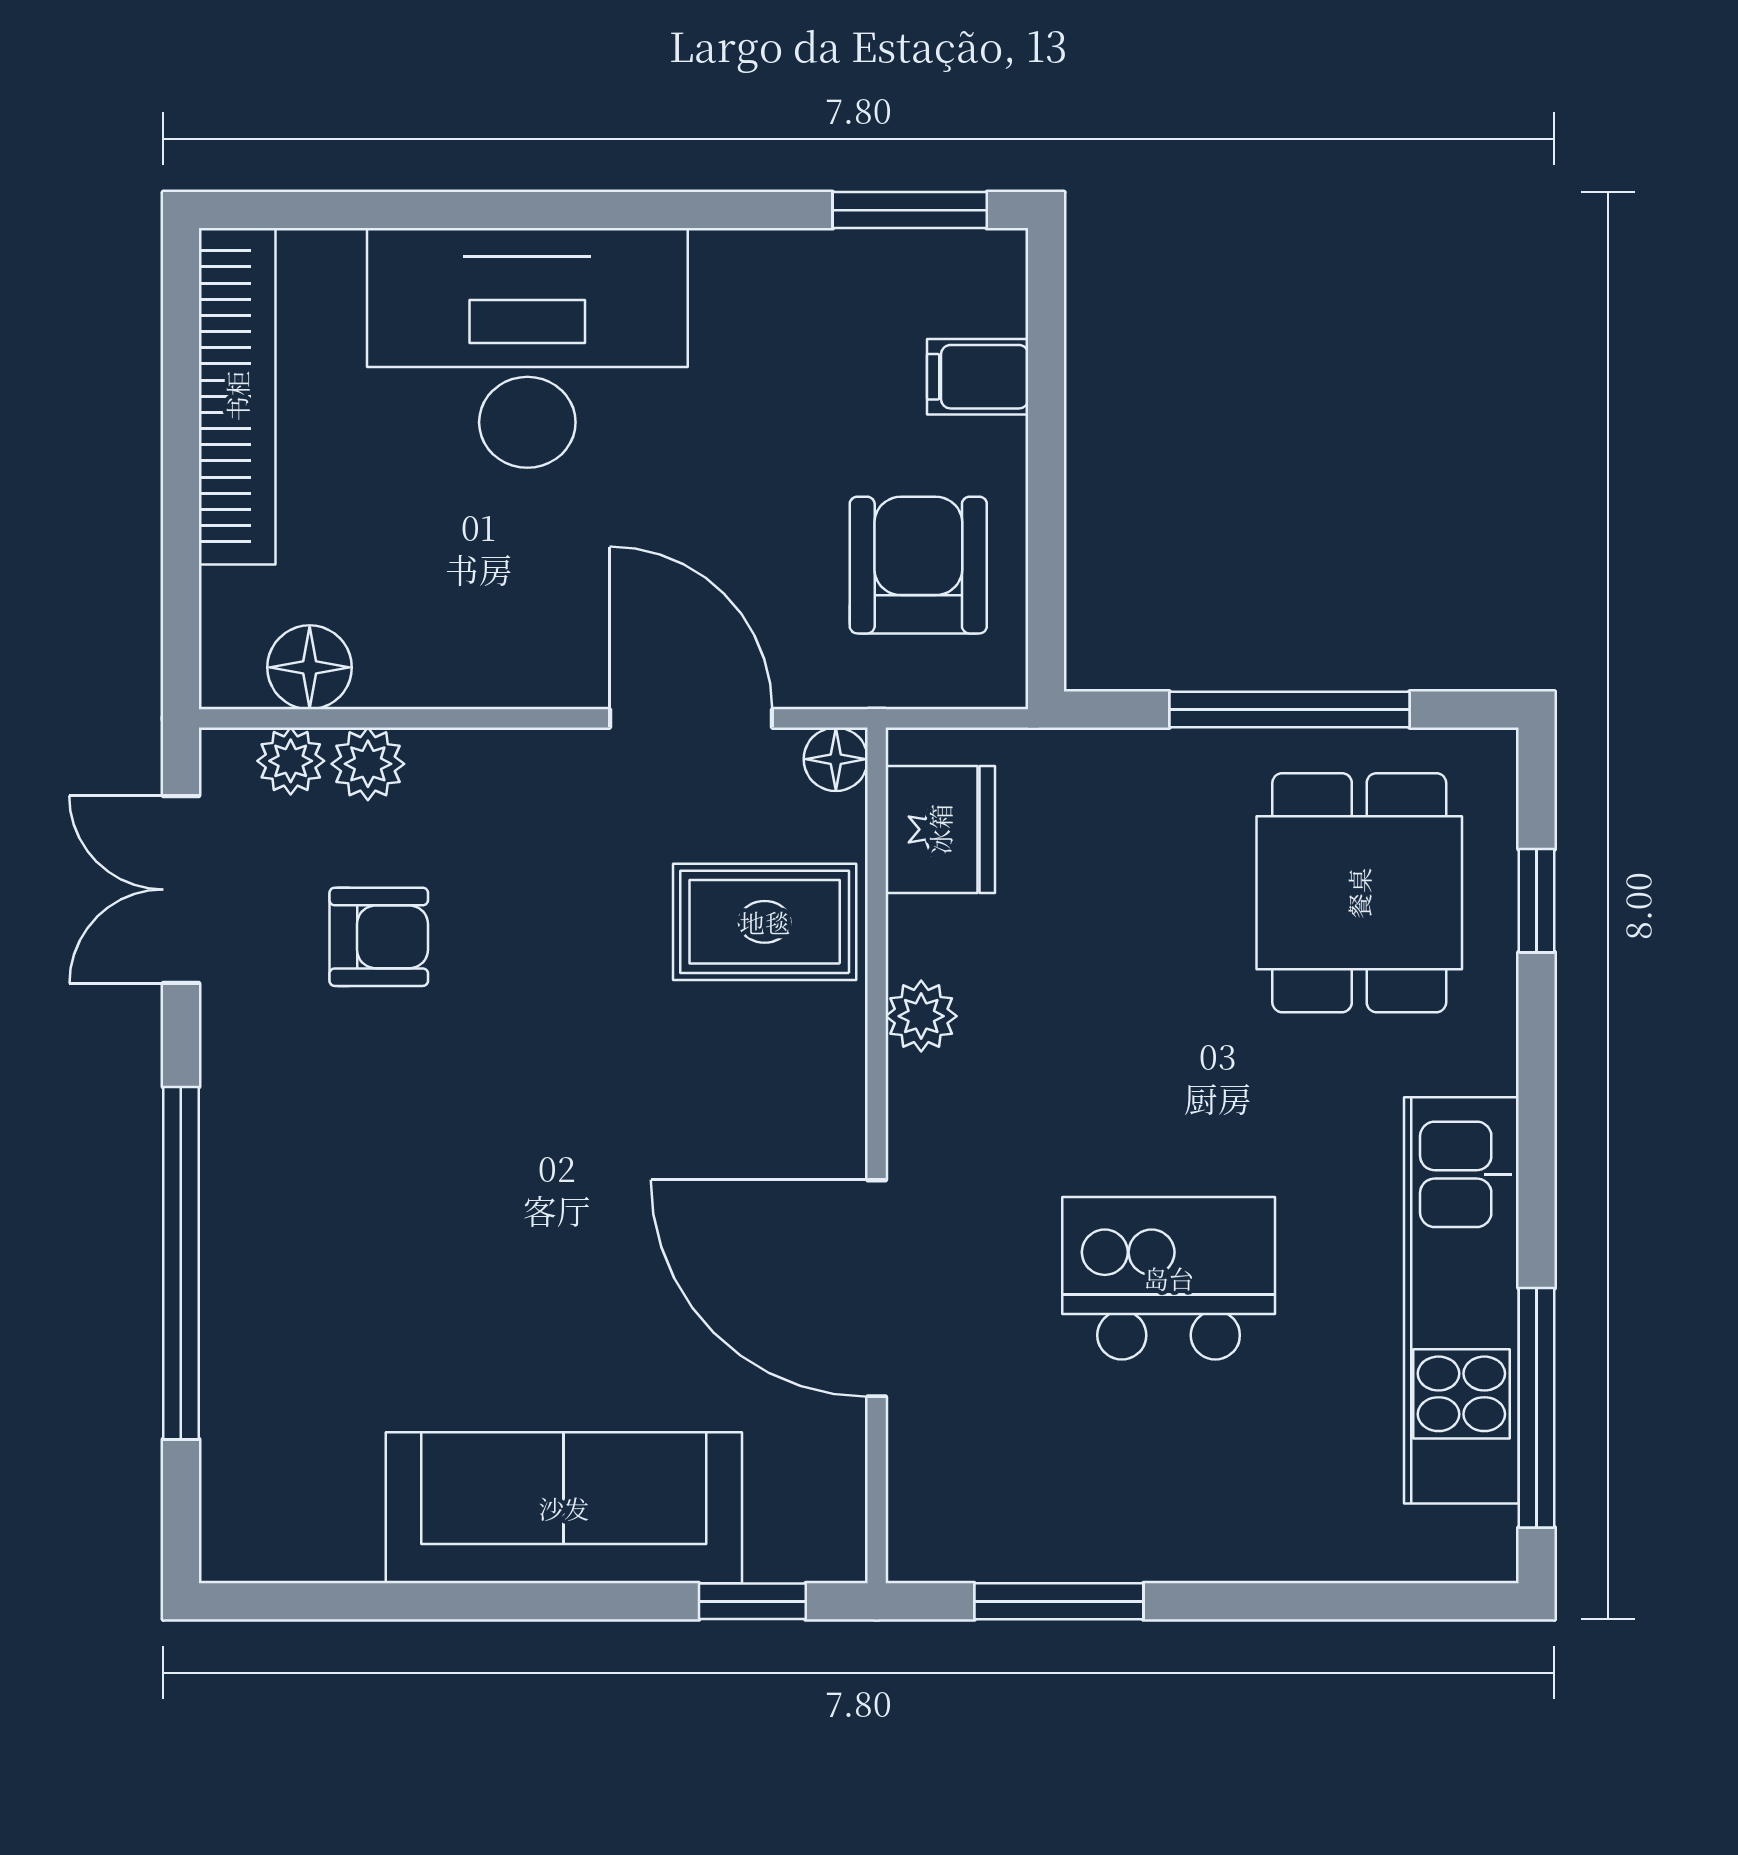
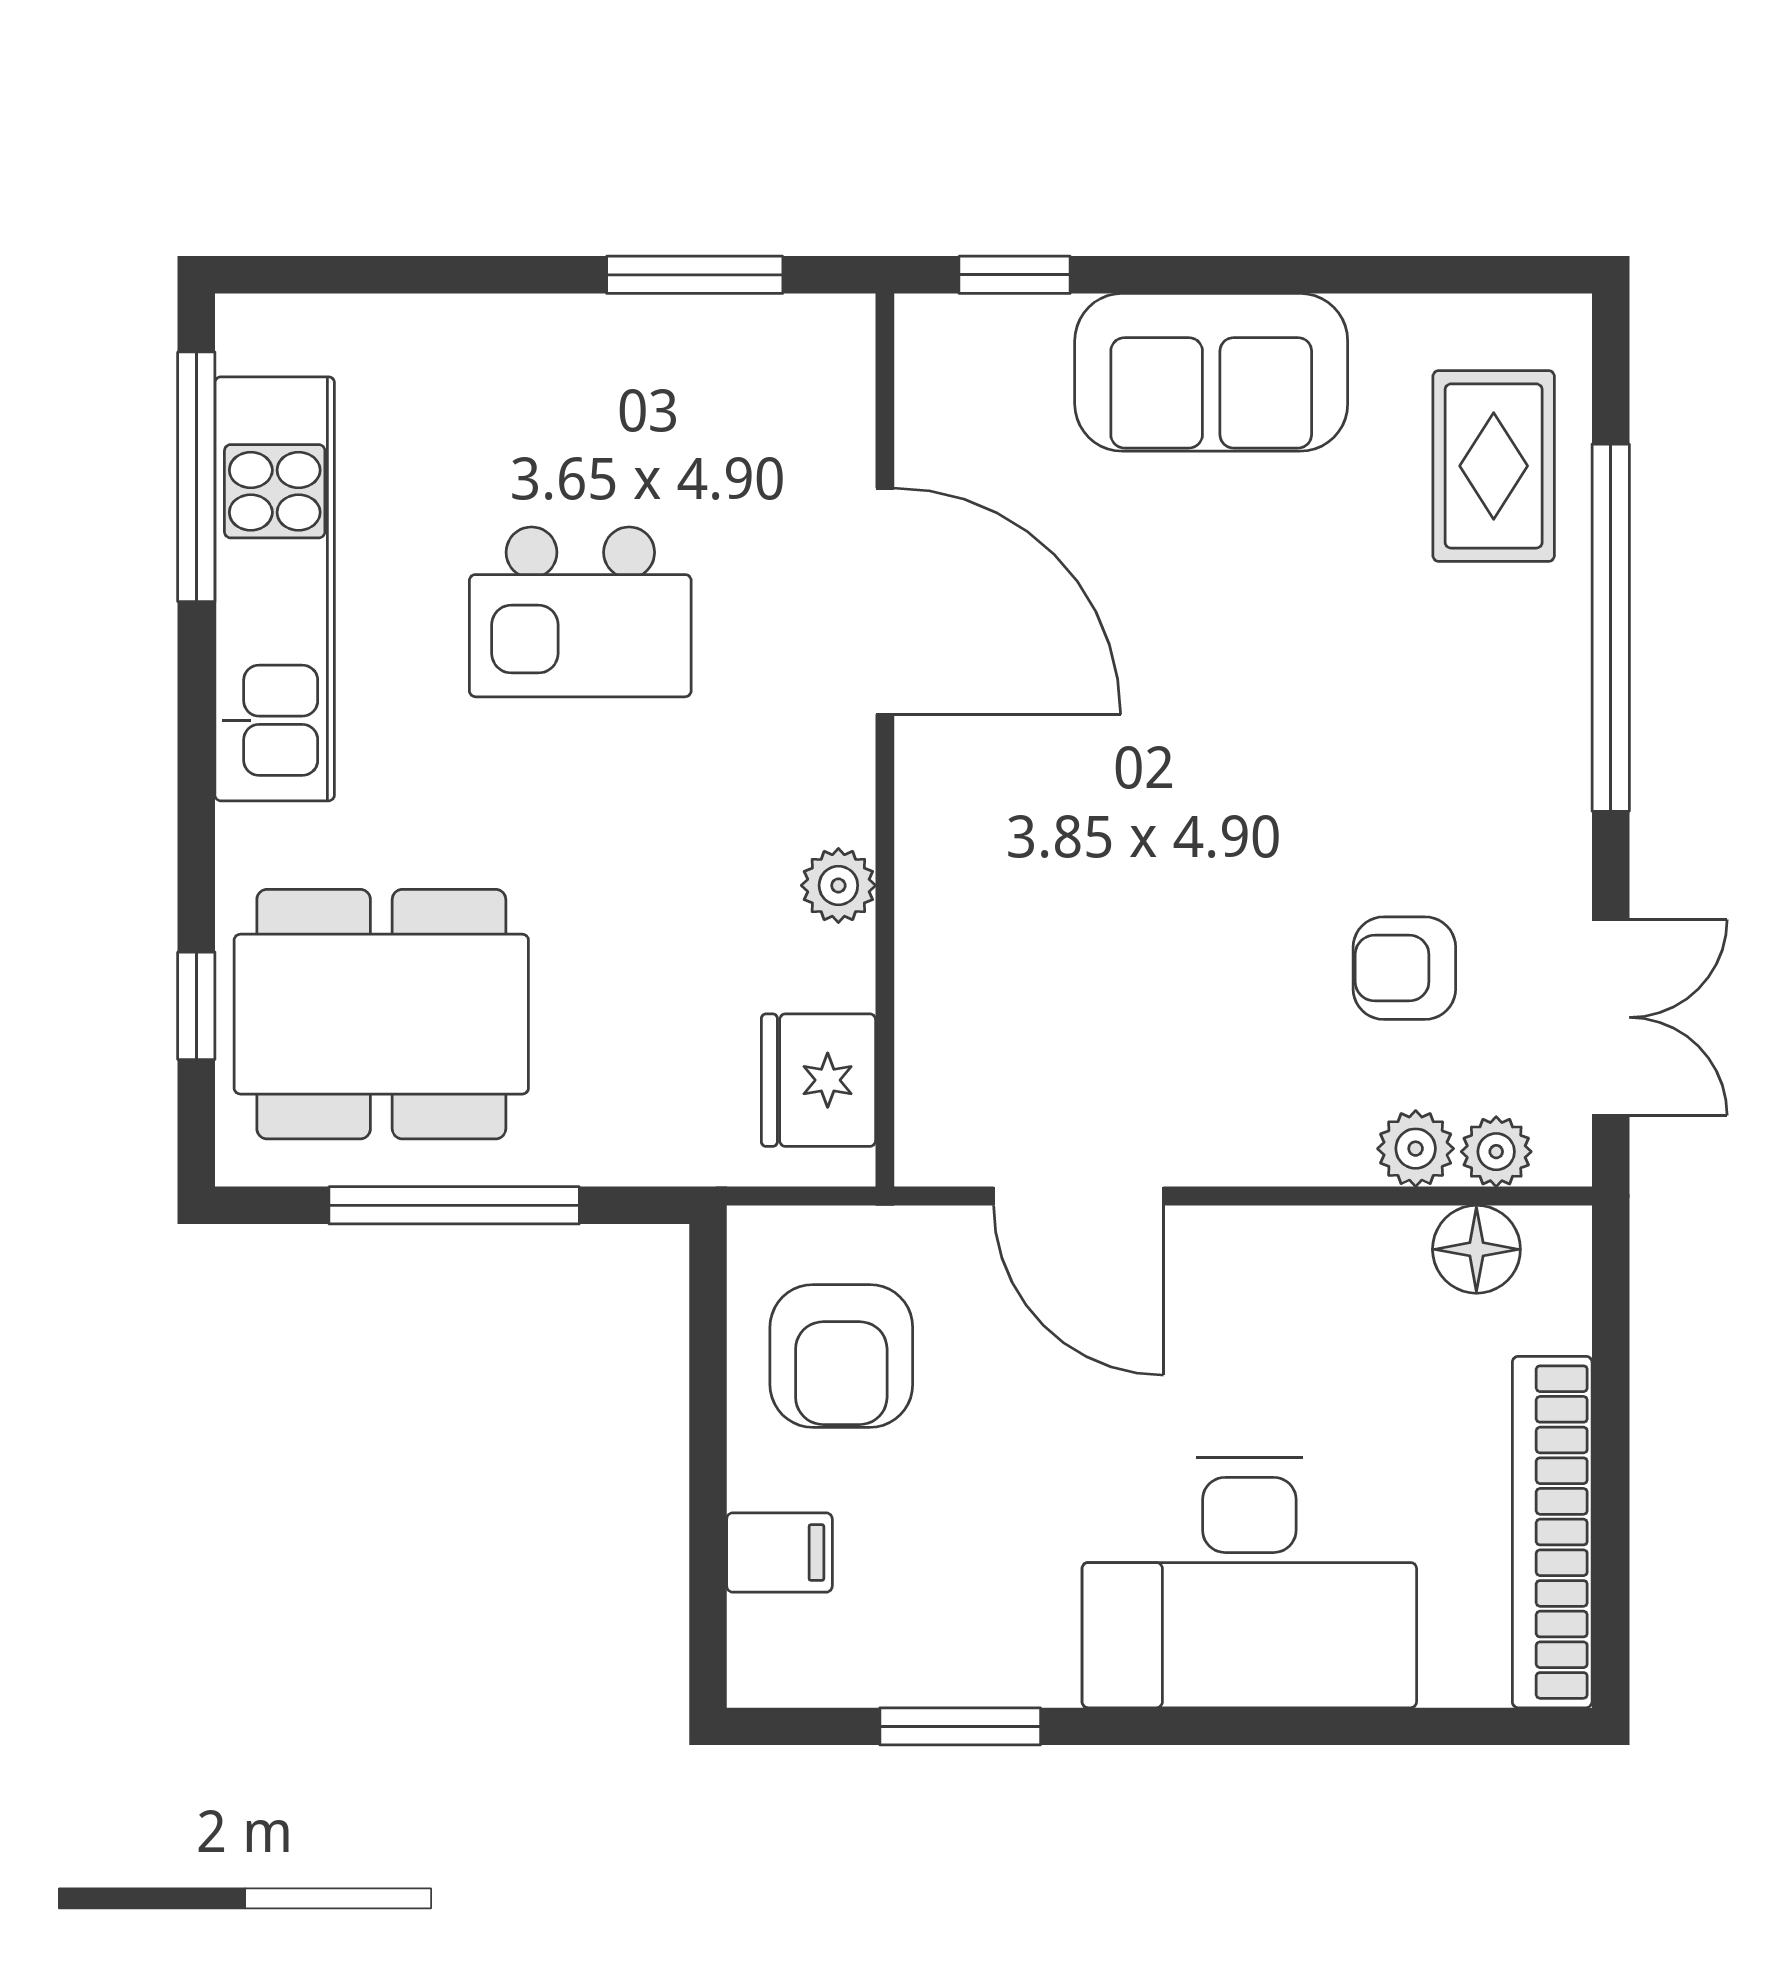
window: (910, 210) -> (960, 1726), moved
floor lamp: (836, 759) -> (927, 1153), removed
dining table: (1359, 893) -> (381, 1014), width x1.38
rug: (765, 922) -> (1494, 466), moved, turned 90
sofa: (564, 1508) -> (1211, 372), width x0.73

